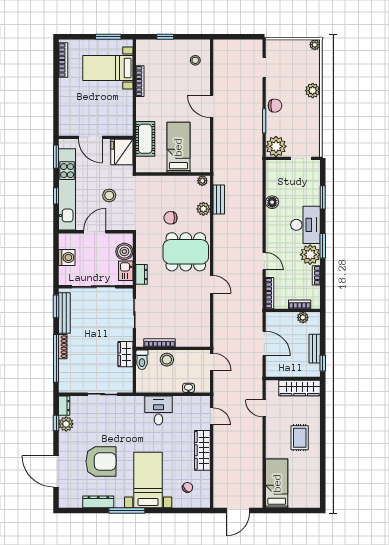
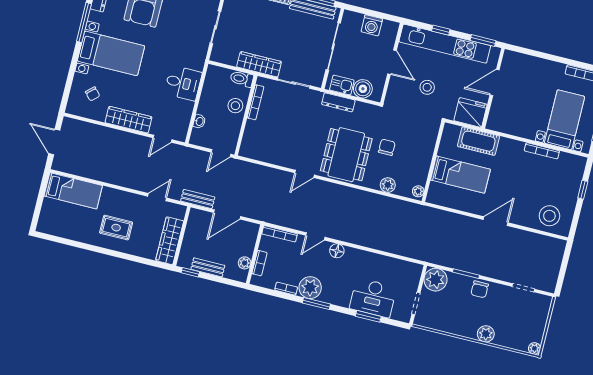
stool: (195, 60) -> (549, 216), width x1.89, depth x1.89
bench: (219, 200) -> (198, 199), moved
floor lamp: (272, 202) -> (337, 251), moved
desk: (305, 225) -> (373, 298), moved
dresser: (142, 274) -> (338, 102), width x1.44
wardrobe: (125, 354) -> (259, 64), width x1.50

